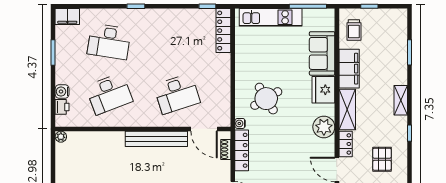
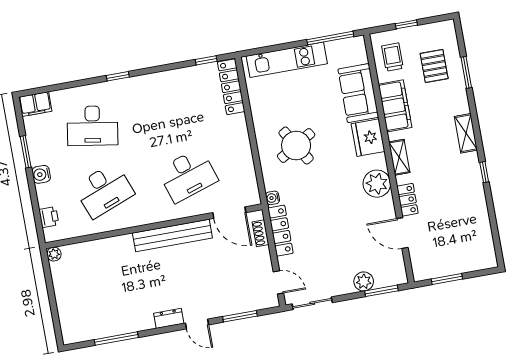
trolley: (354, 30) -> (392, 57), turned 180
water cooler: (62, 92) -> (41, 174), moved
round table: (266, 99) -> (296, 146), moved
shelving: (347, 110) -> (399, 157), width x0.67, depth x0.75
pallet: (382, 159) -> (434, 66), moved

